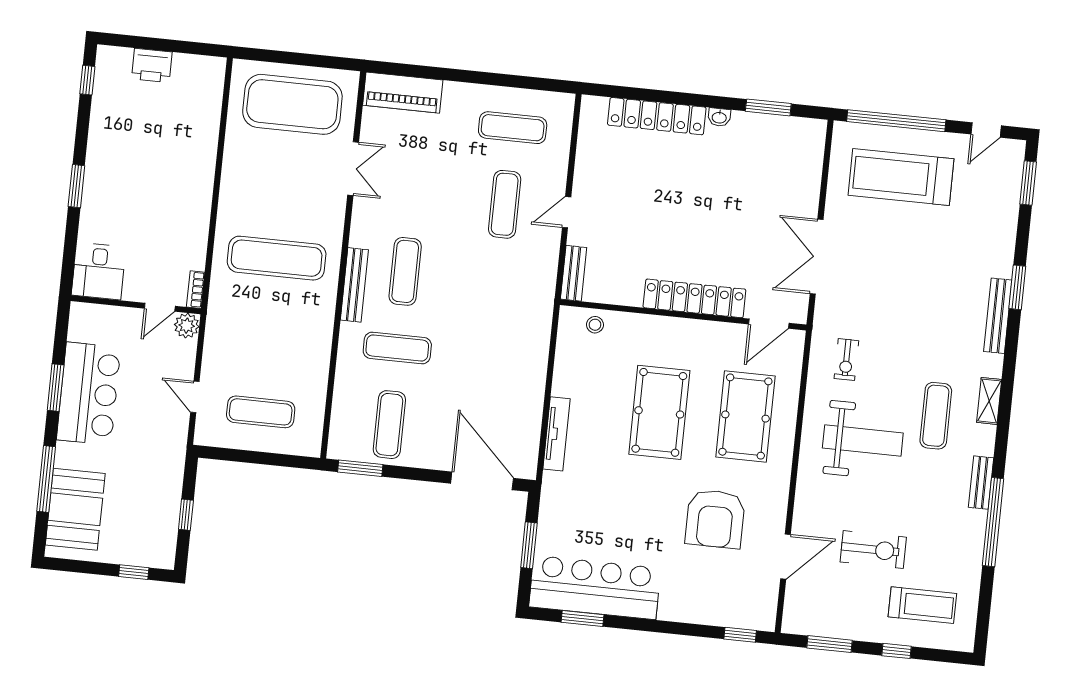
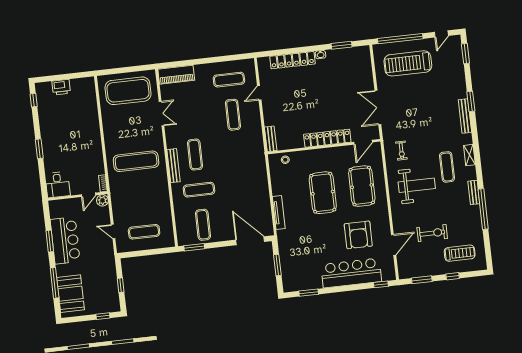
door: (567, 212) -> (259, 93), moved
bar counter: (595, 588) -> (351, 273), moved

